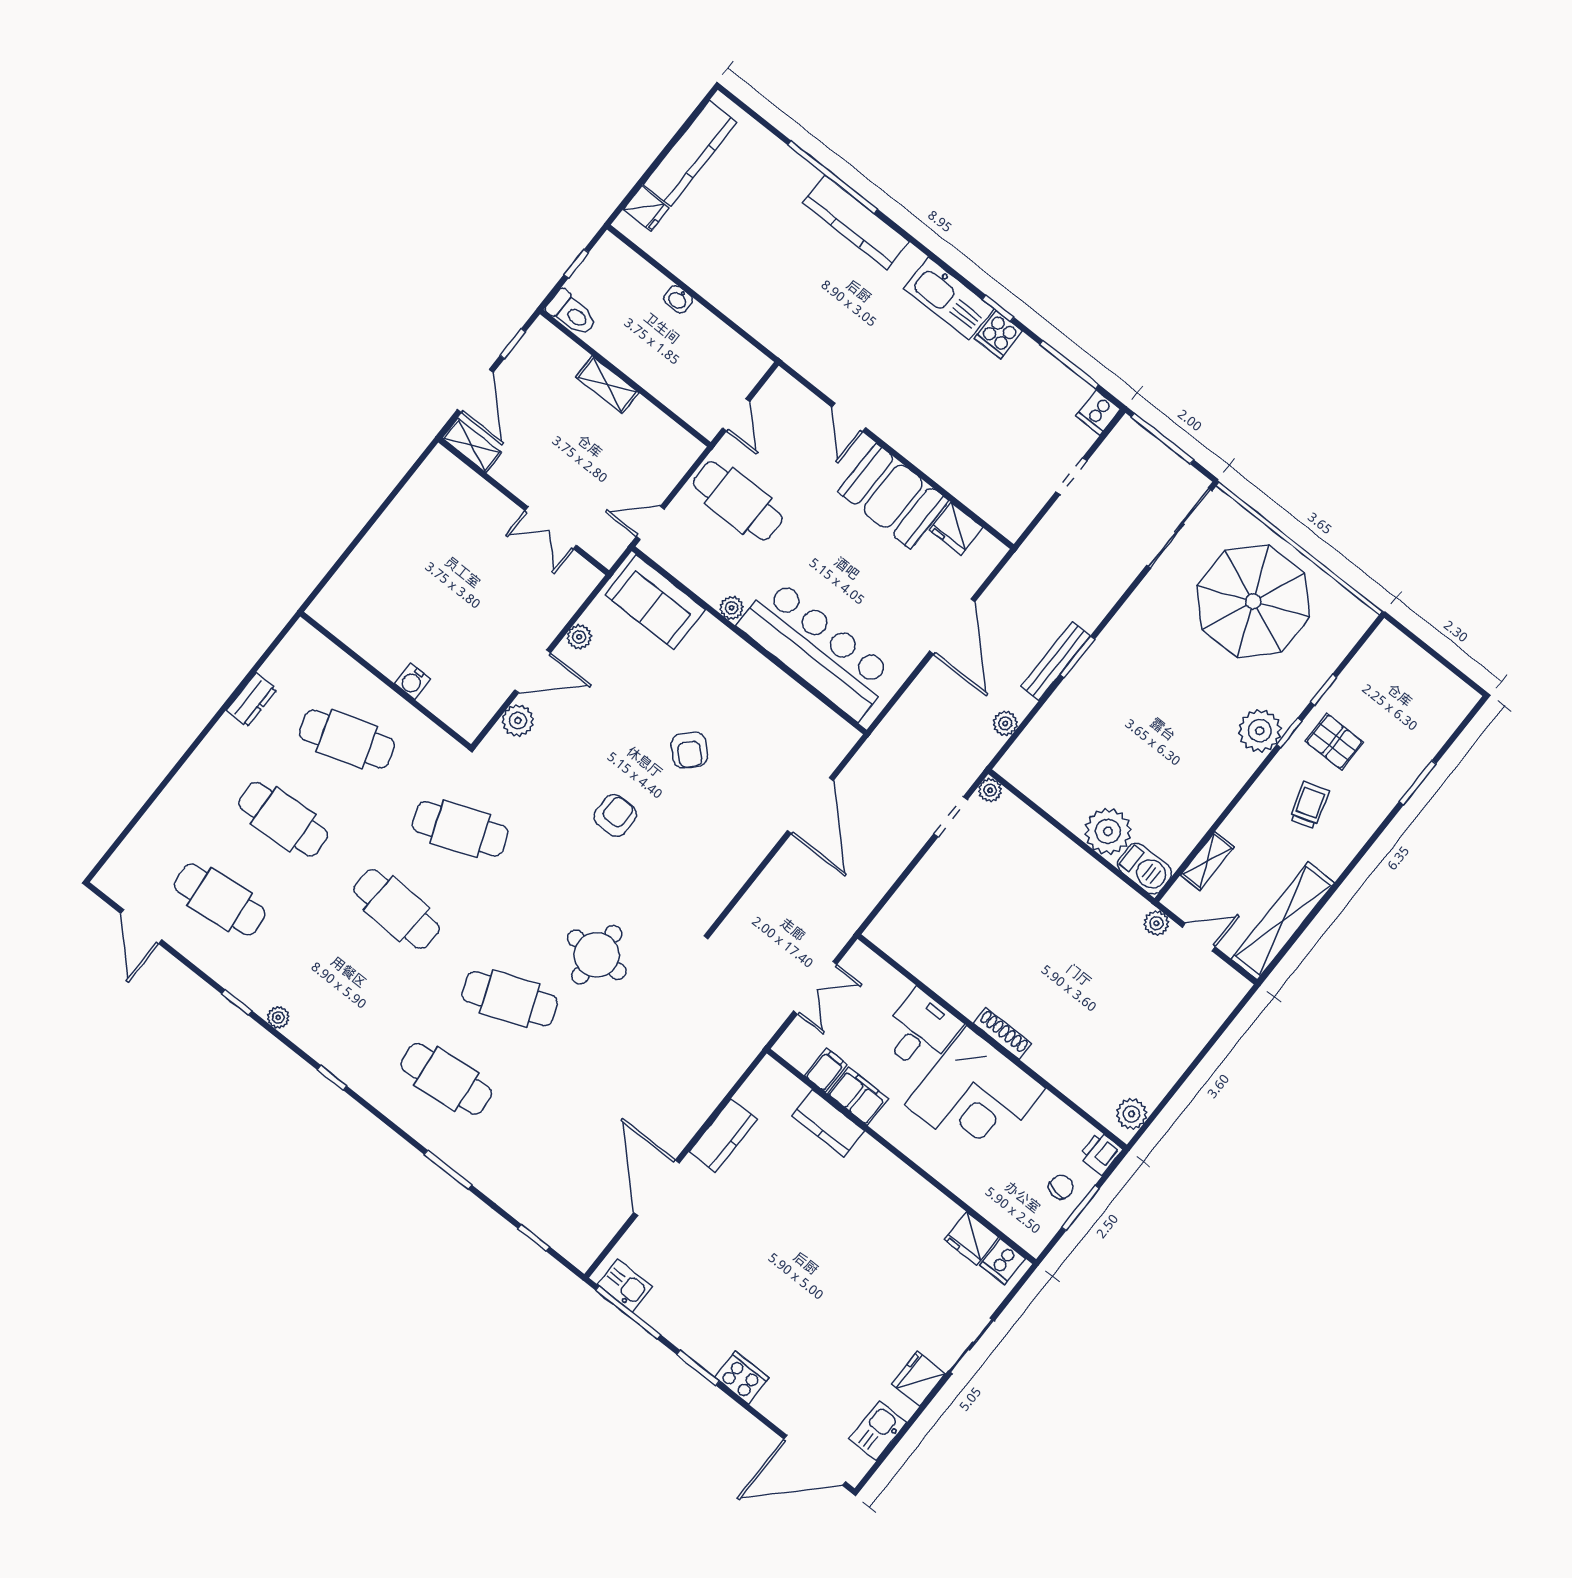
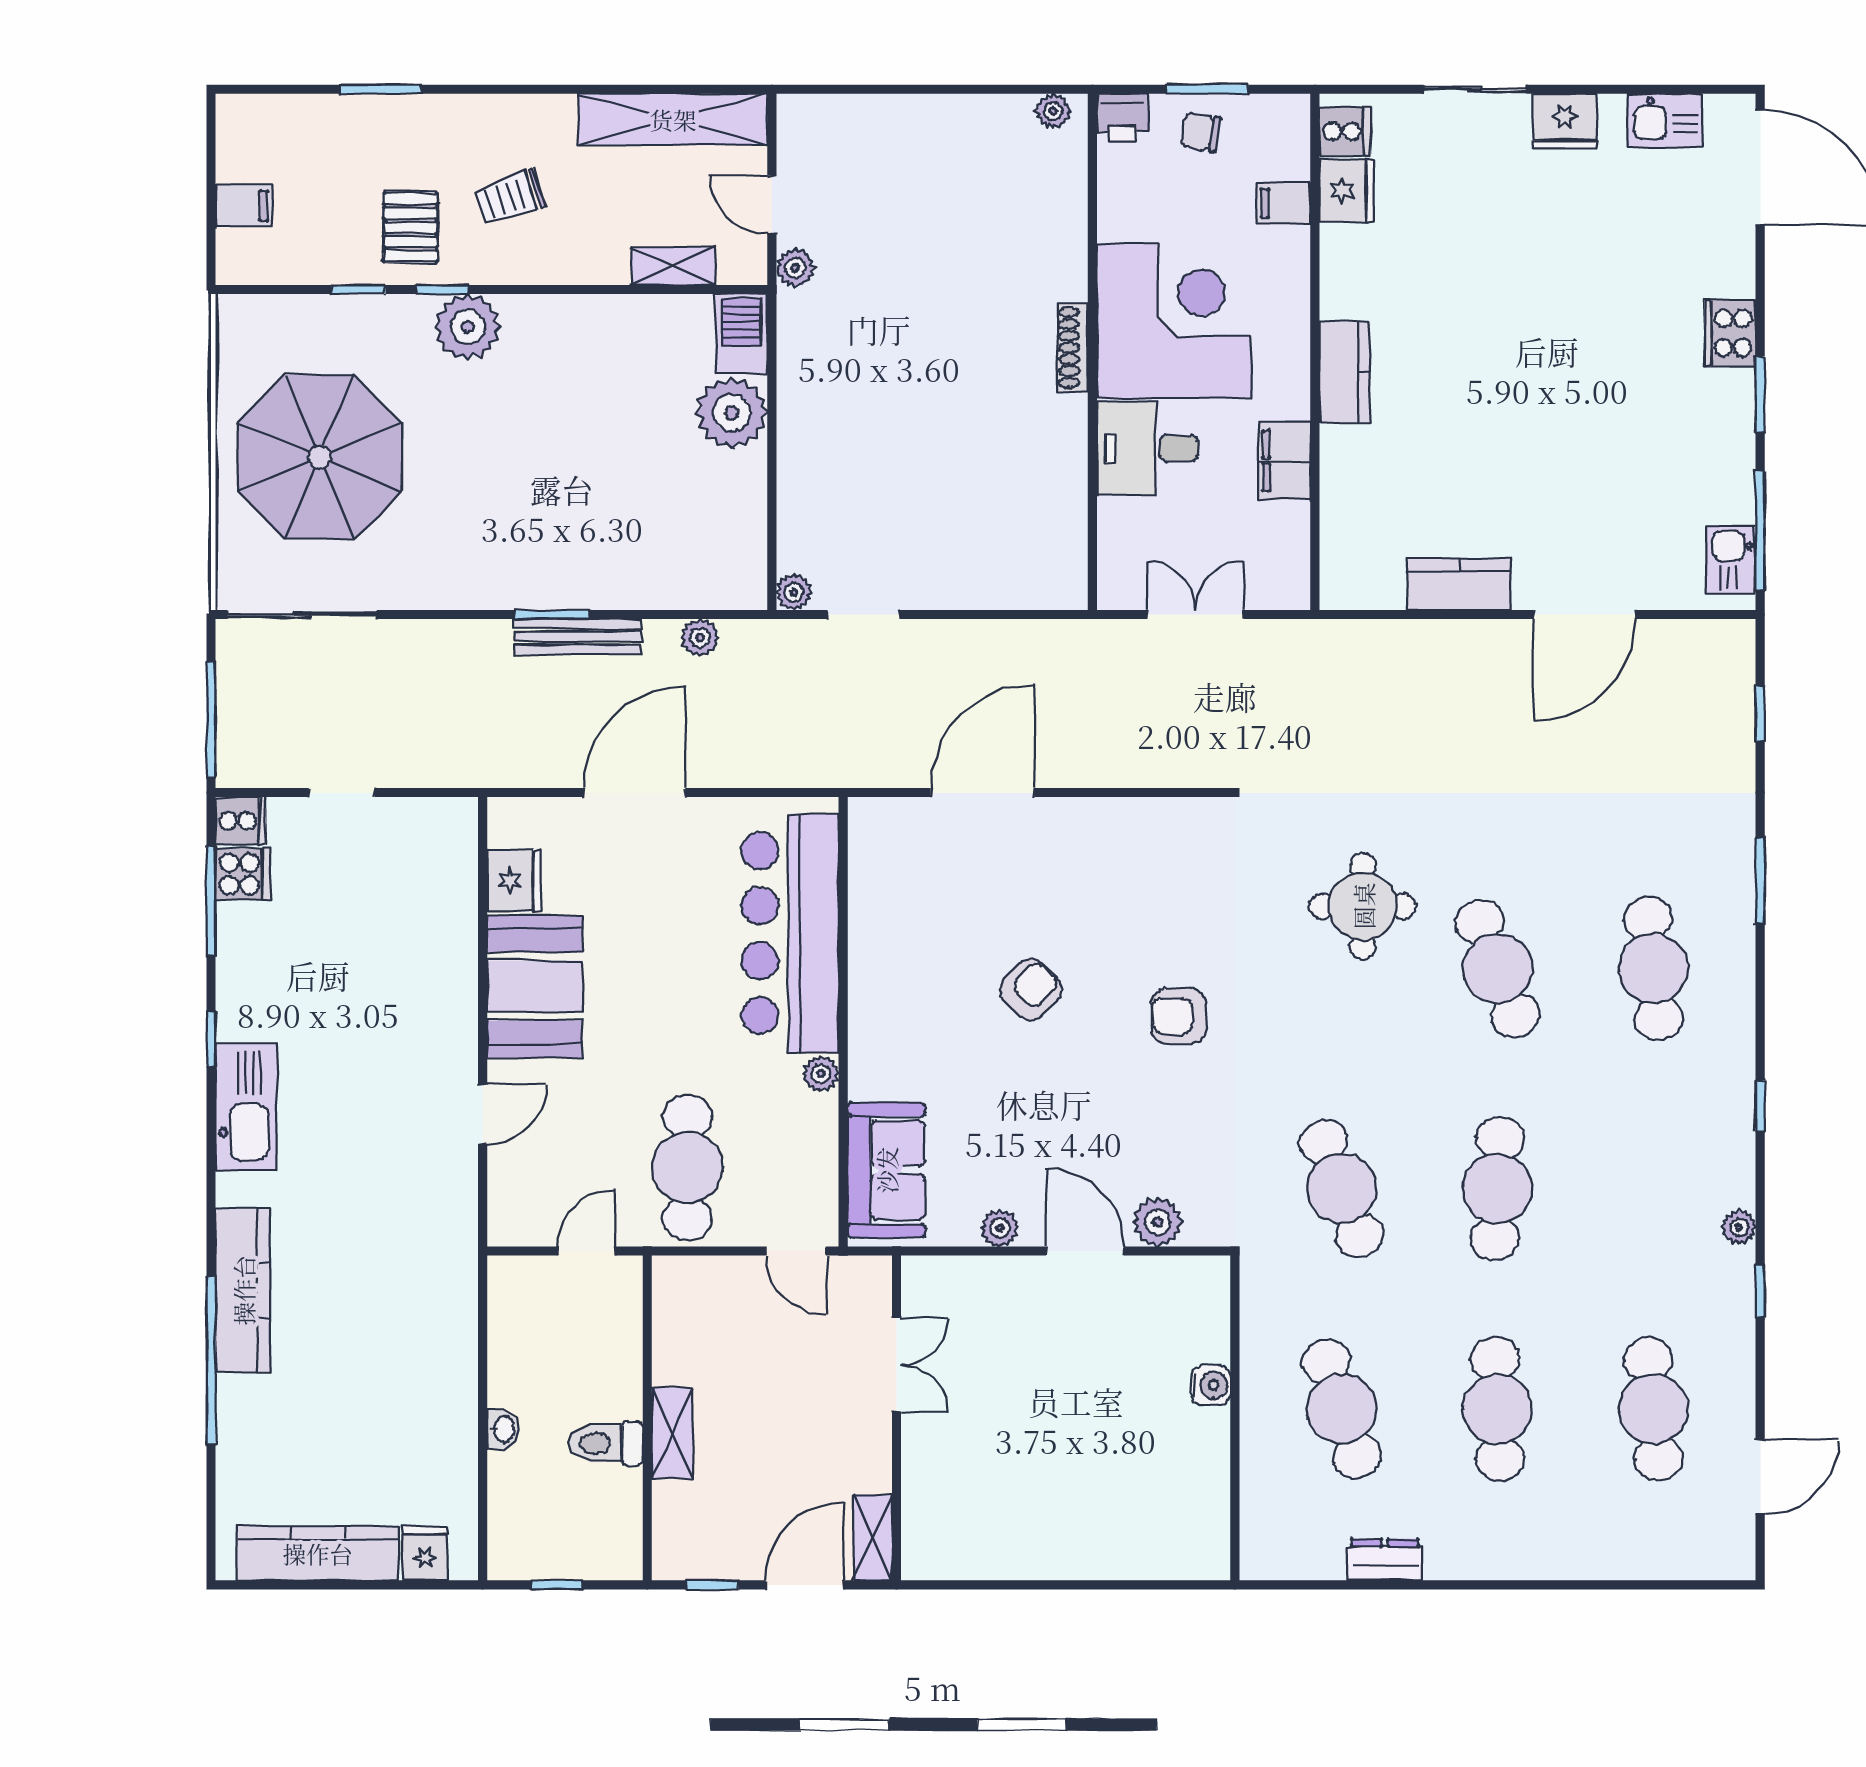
toilet: (572, 313) -> (606, 1443), moved, turned -90
cooker: (998, 335) -> (243, 874), moved
filing cabinet: (1413, 665) -> (244, 206), added
filing cabinet: (826, 1070) -> (1283, 203), moved
plant: (1132, 1114) -> (1053, 111), width x0.73, depth x0.73
kitchen counter: (828, 1123) -> (1345, 372), moved

